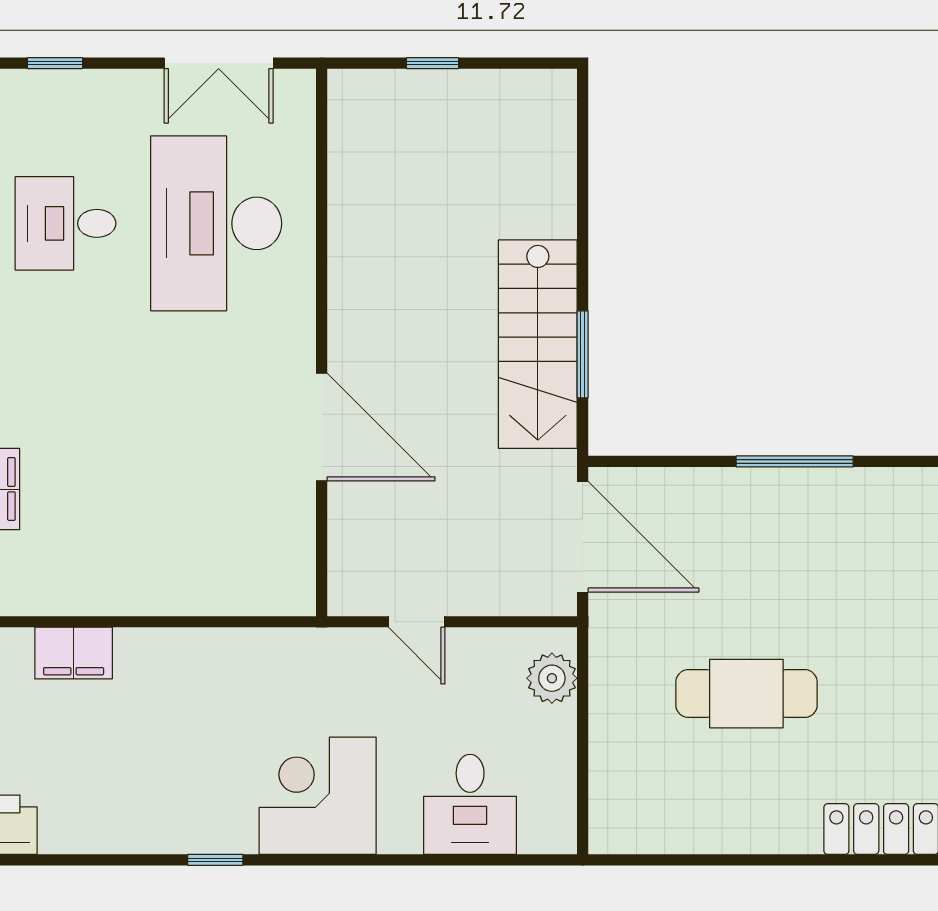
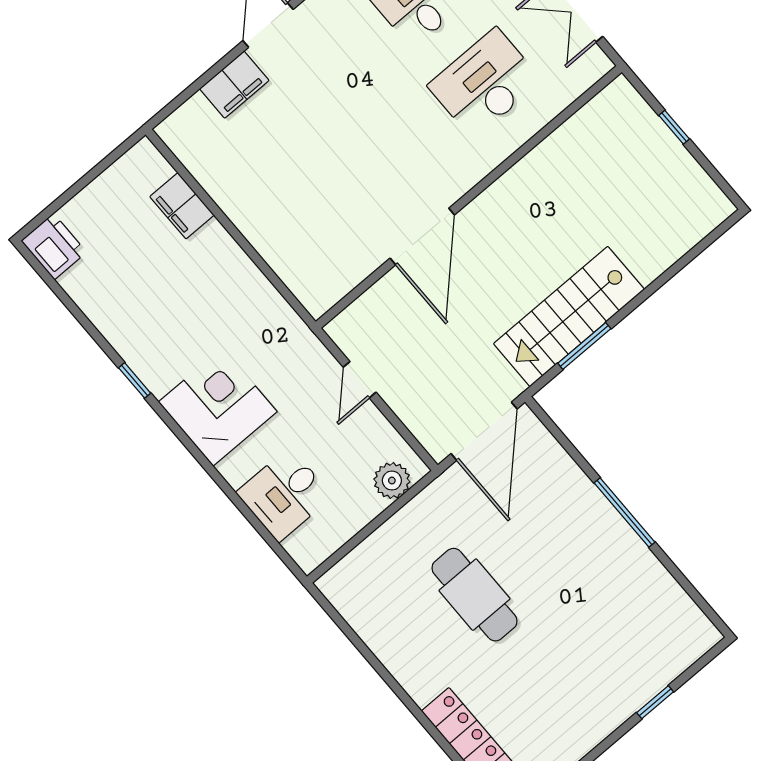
desk: (216, 223) -> (485, 83), width x0.73, depth x0.77

